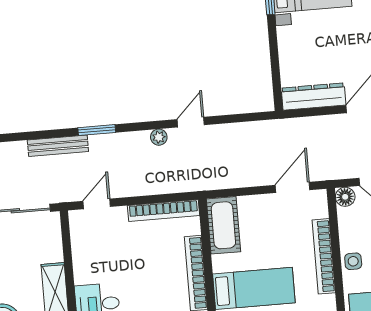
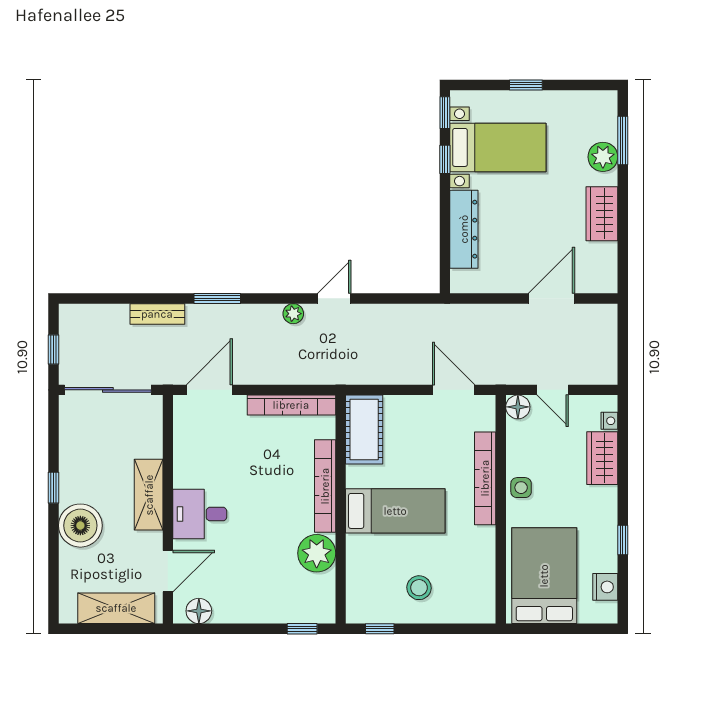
dresser: (313, 96) -> (464, 229), moved, turned 90
bench: (58, 146) -> (157, 314), width x0.73
door: (293, 187) -> (454, 390), hinge flipped
door: (97, 204) -> (209, 390), width x1.37

